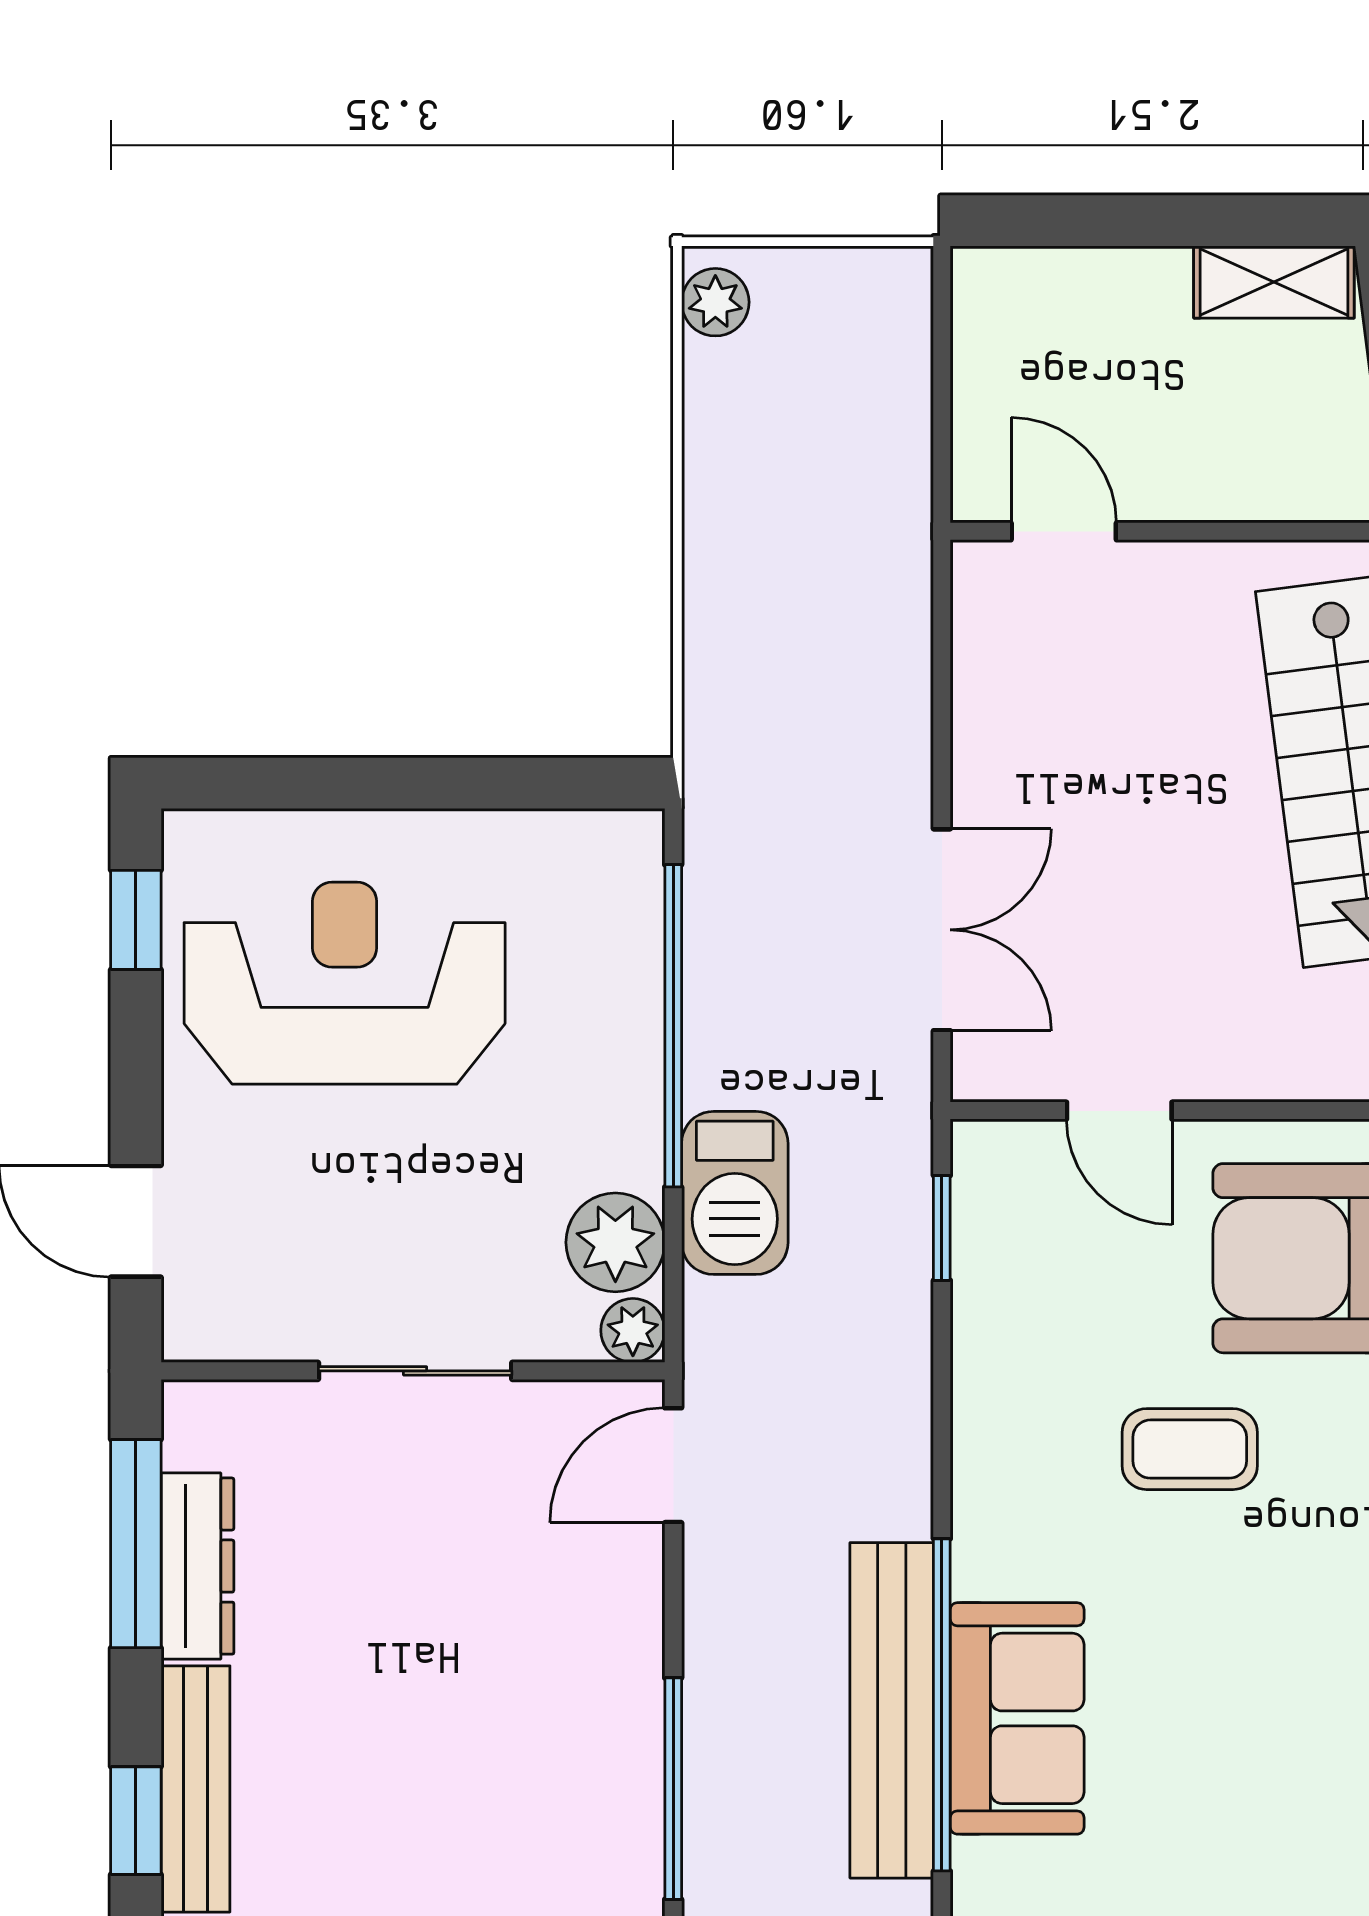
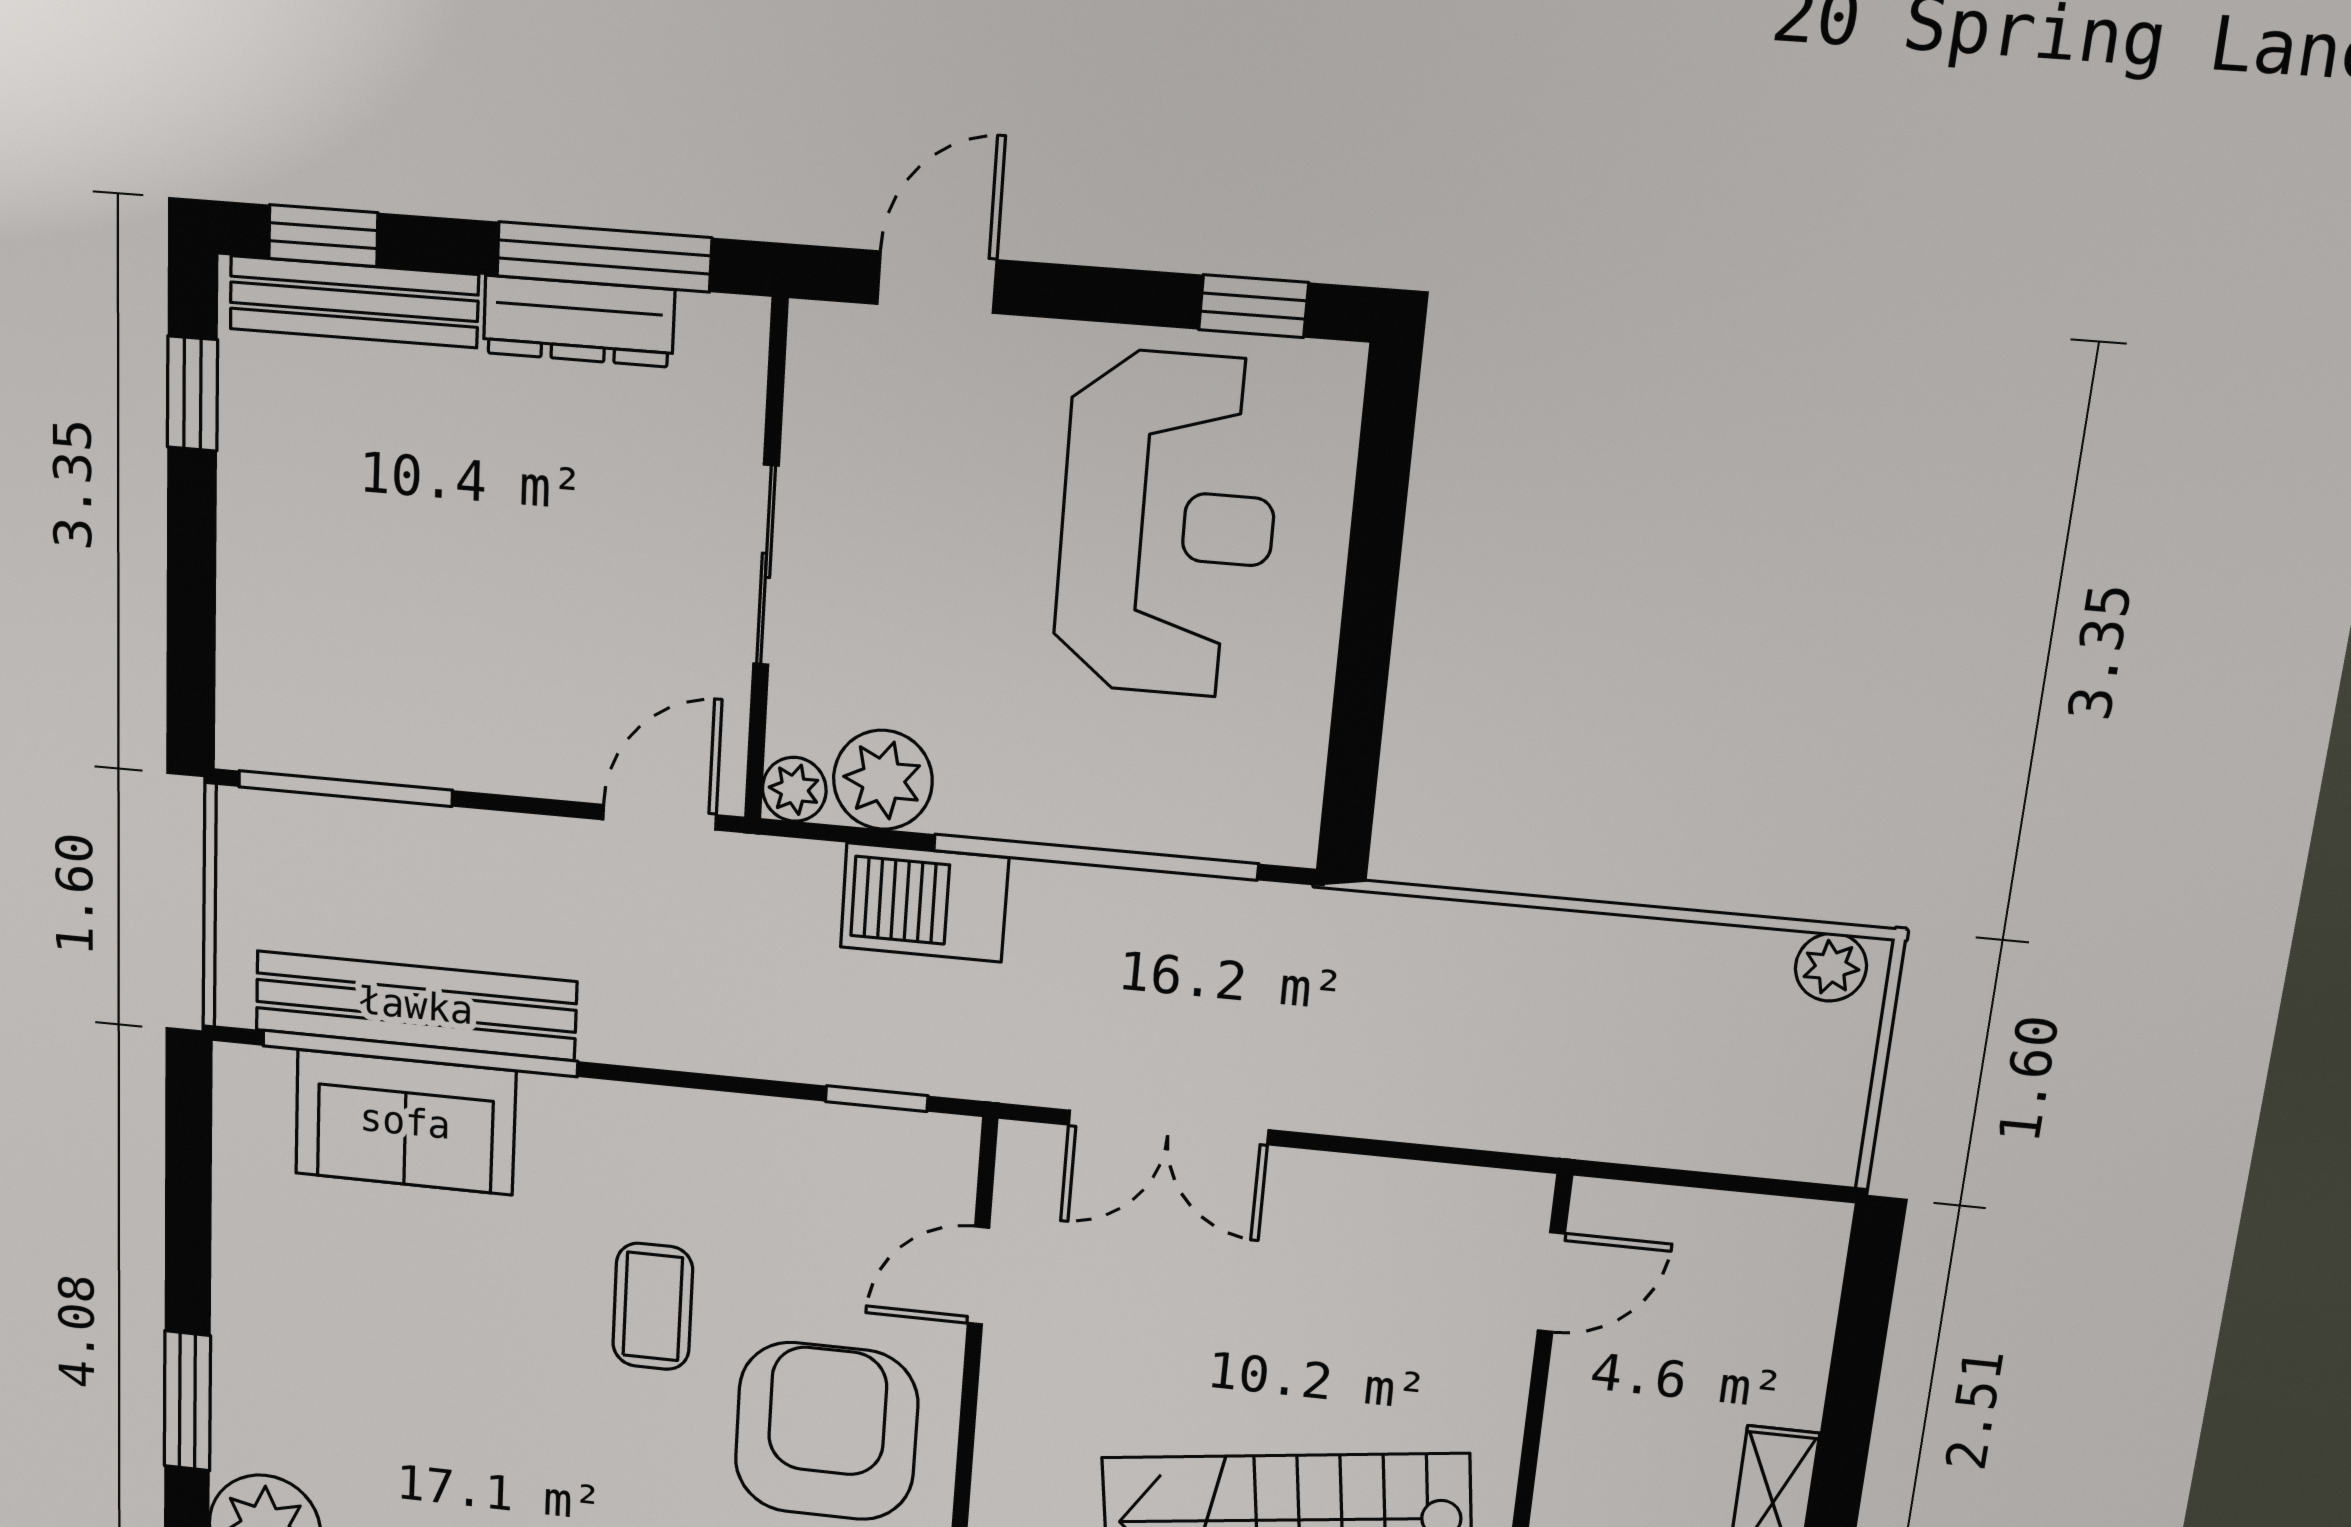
door: (673, 1465) -> (660, 817), hinge flipped

